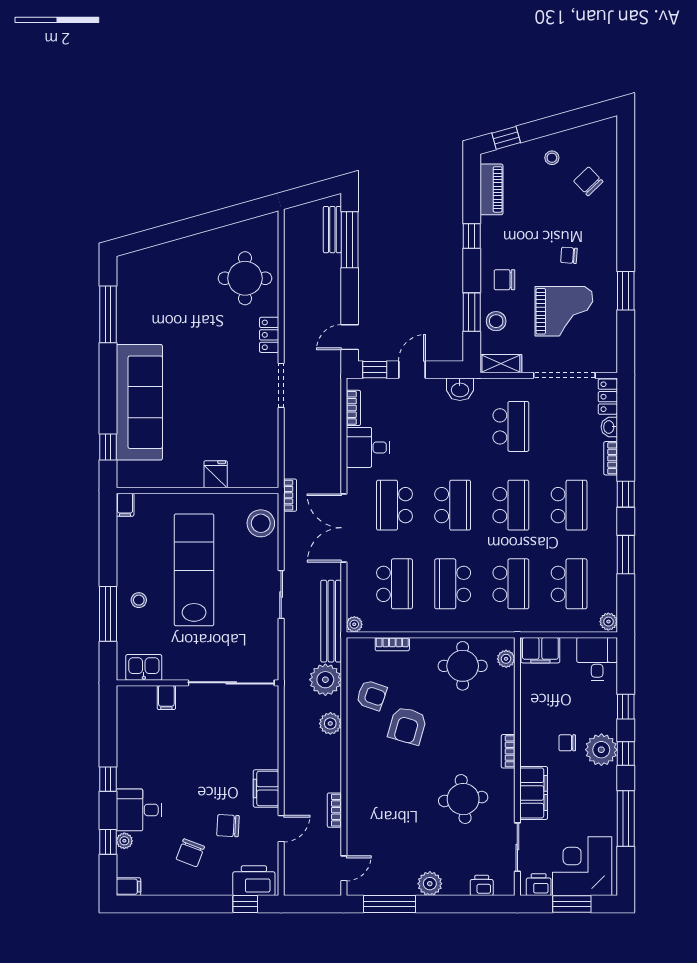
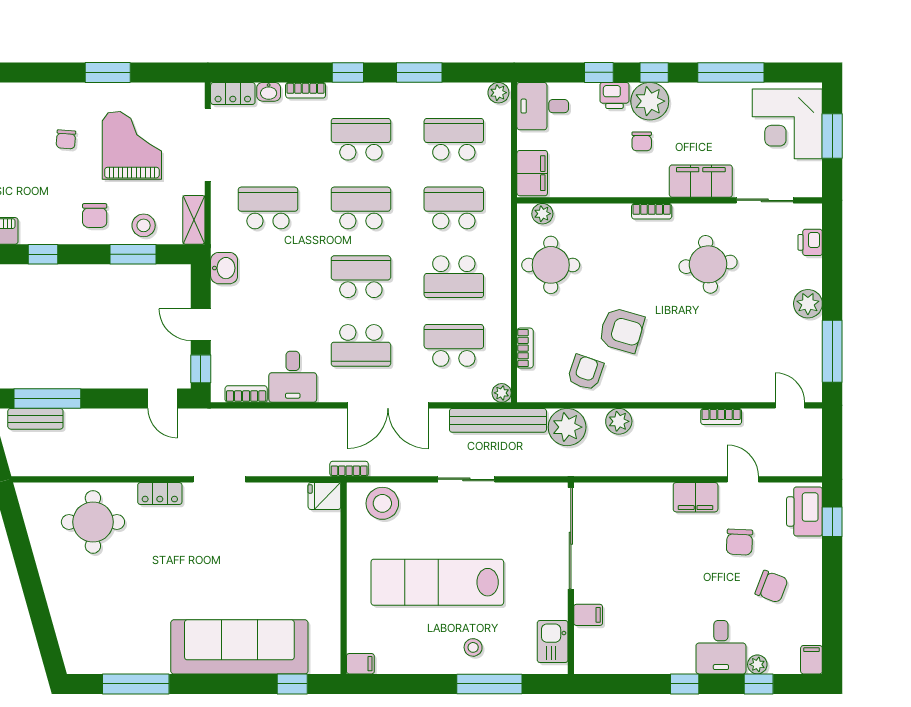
fridge: (216, 474) -> (324, 496), moved
printer: (539, 885) -> (614, 95), moved, turned -90

